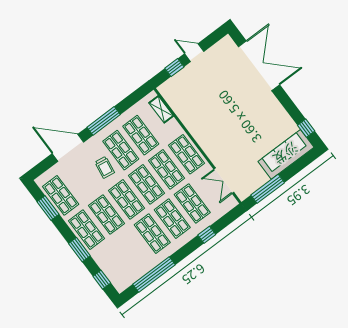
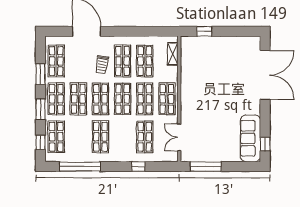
door: (194, 53) -> (226, 31), removed
window: (104, 121) -> (126, 31), removed
sofa: (286, 154) -> (250, 138), moved, turned -90
window: (48, 208) -> (40, 74), moved
shop shelf: (172, 219) -> (56, 137), moved

